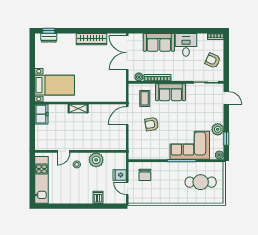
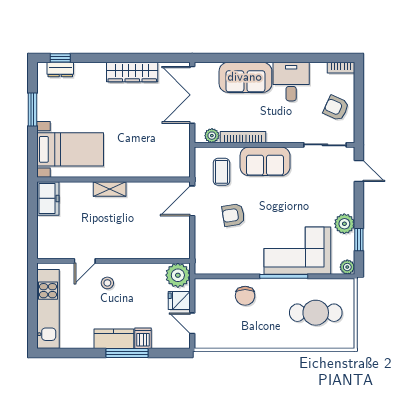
window: (32, 61) -> (33, 110), added
plant: (96, 160) -> (178, 275), moved
chair: (145, 175) -> (245, 296), moved
kitchen counter: (81, 198) -> (114, 339), added
window: (88, 206) -> (127, 353), added

